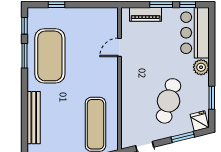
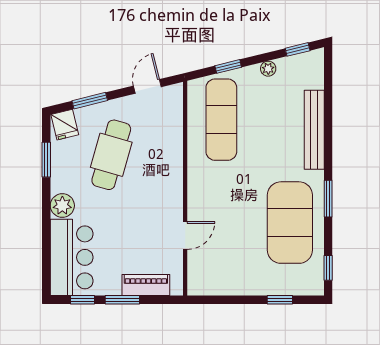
window: (24, 56) -> (328, 199), moved

